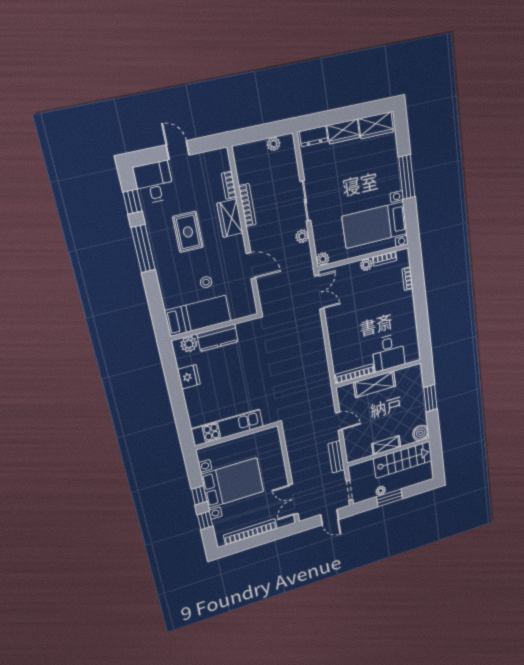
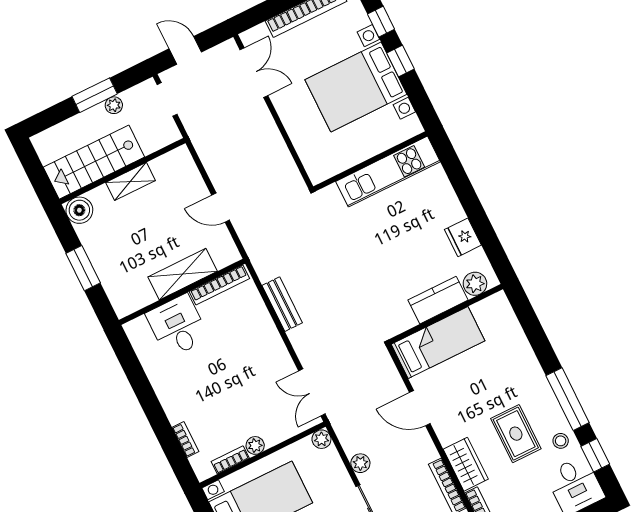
stool: (206, 282) -> (561, 441), moved
bed: (198, 316) -> (438, 343), moved, turned 180
bench: (336, 457) -> (282, 304), moved

